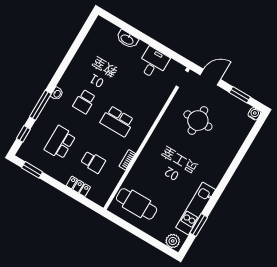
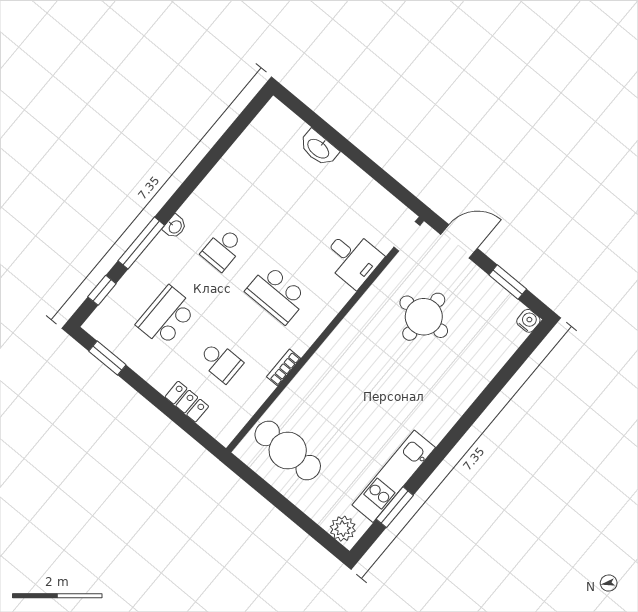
desk: (153, 63) -> (352, 258), moved, turned 90

